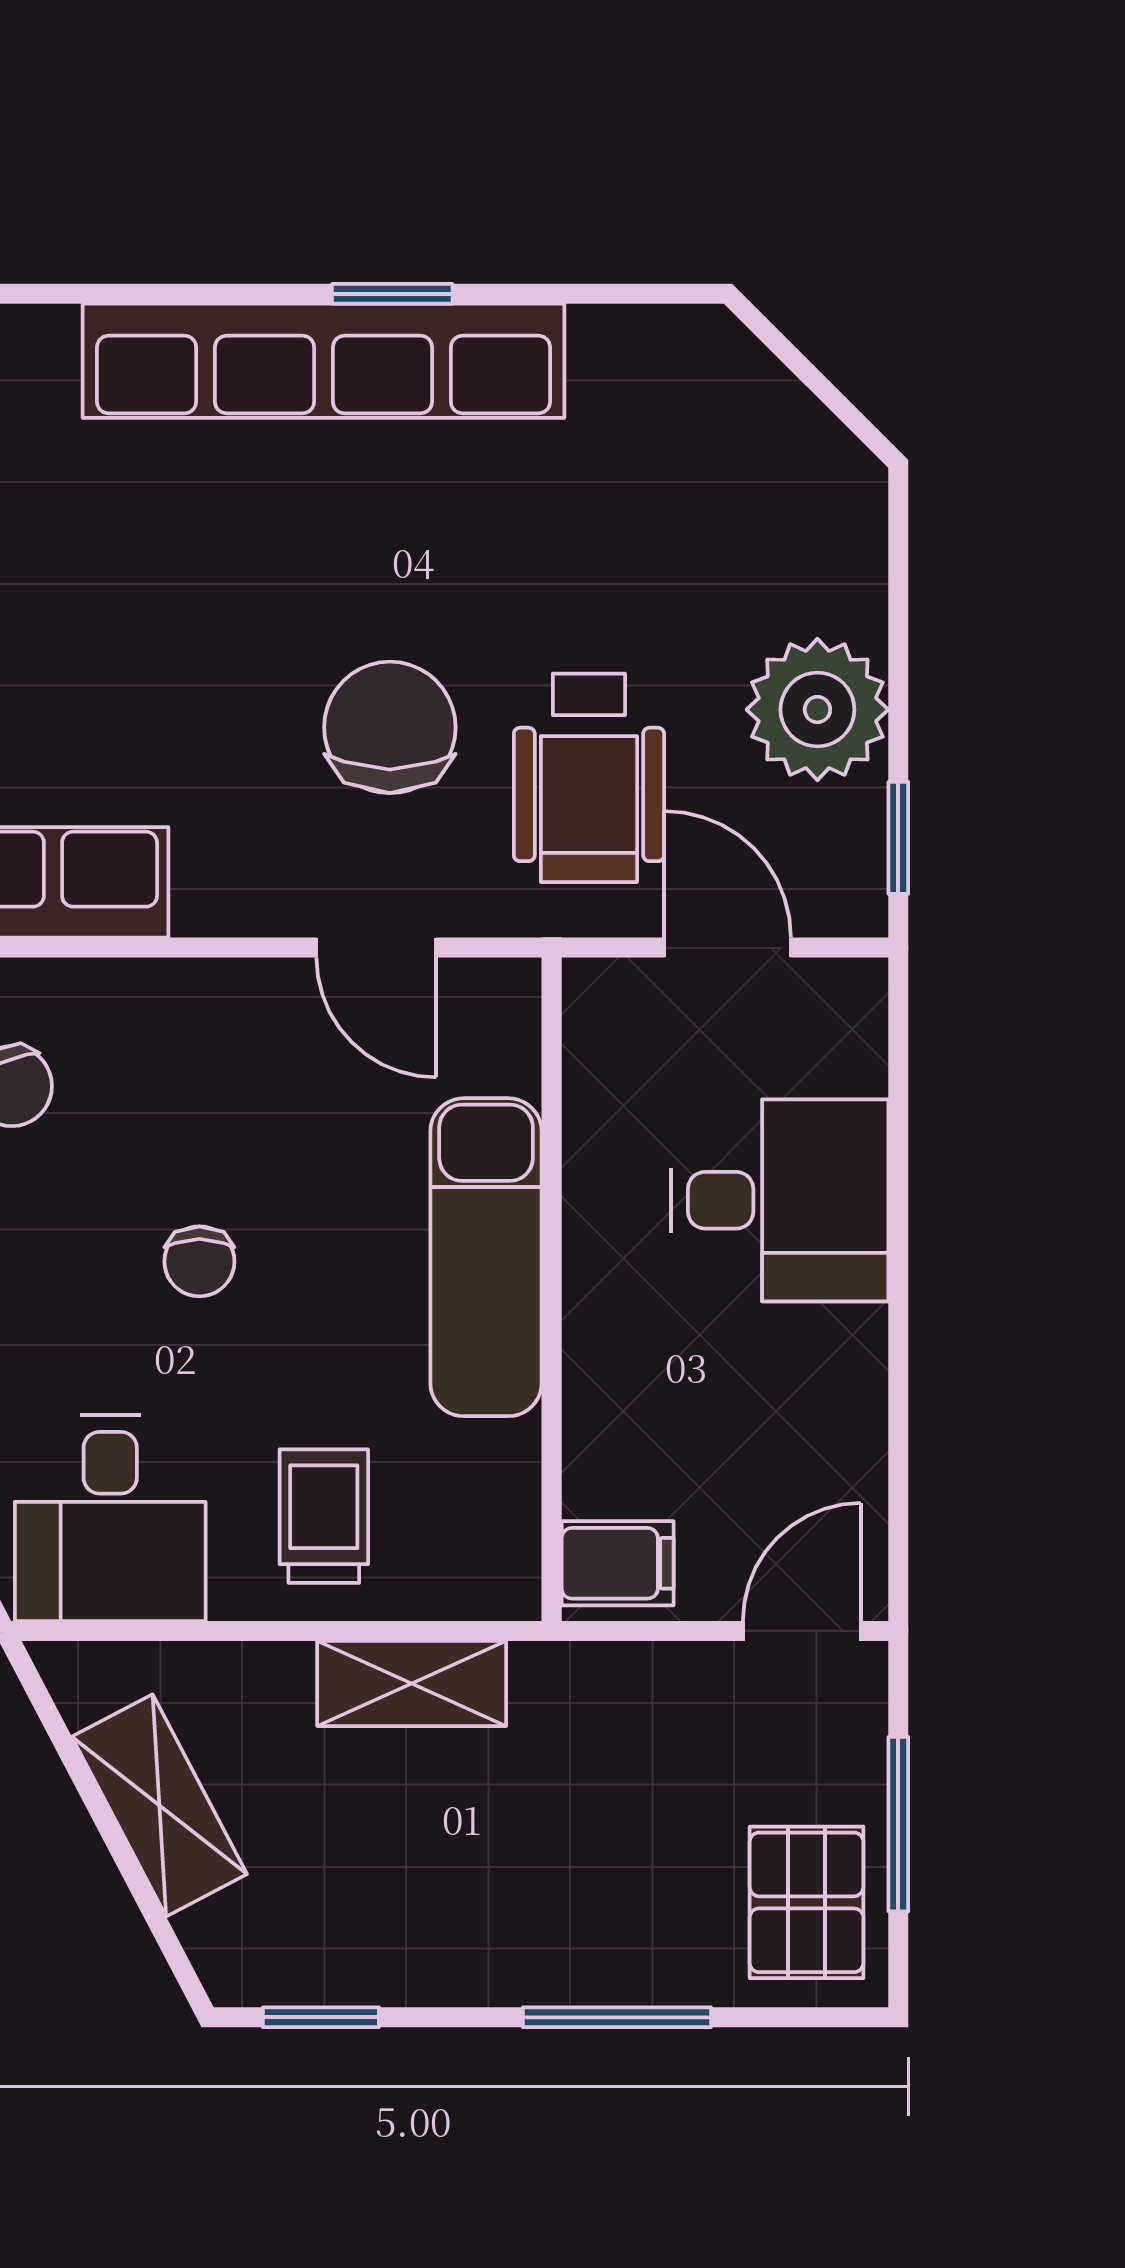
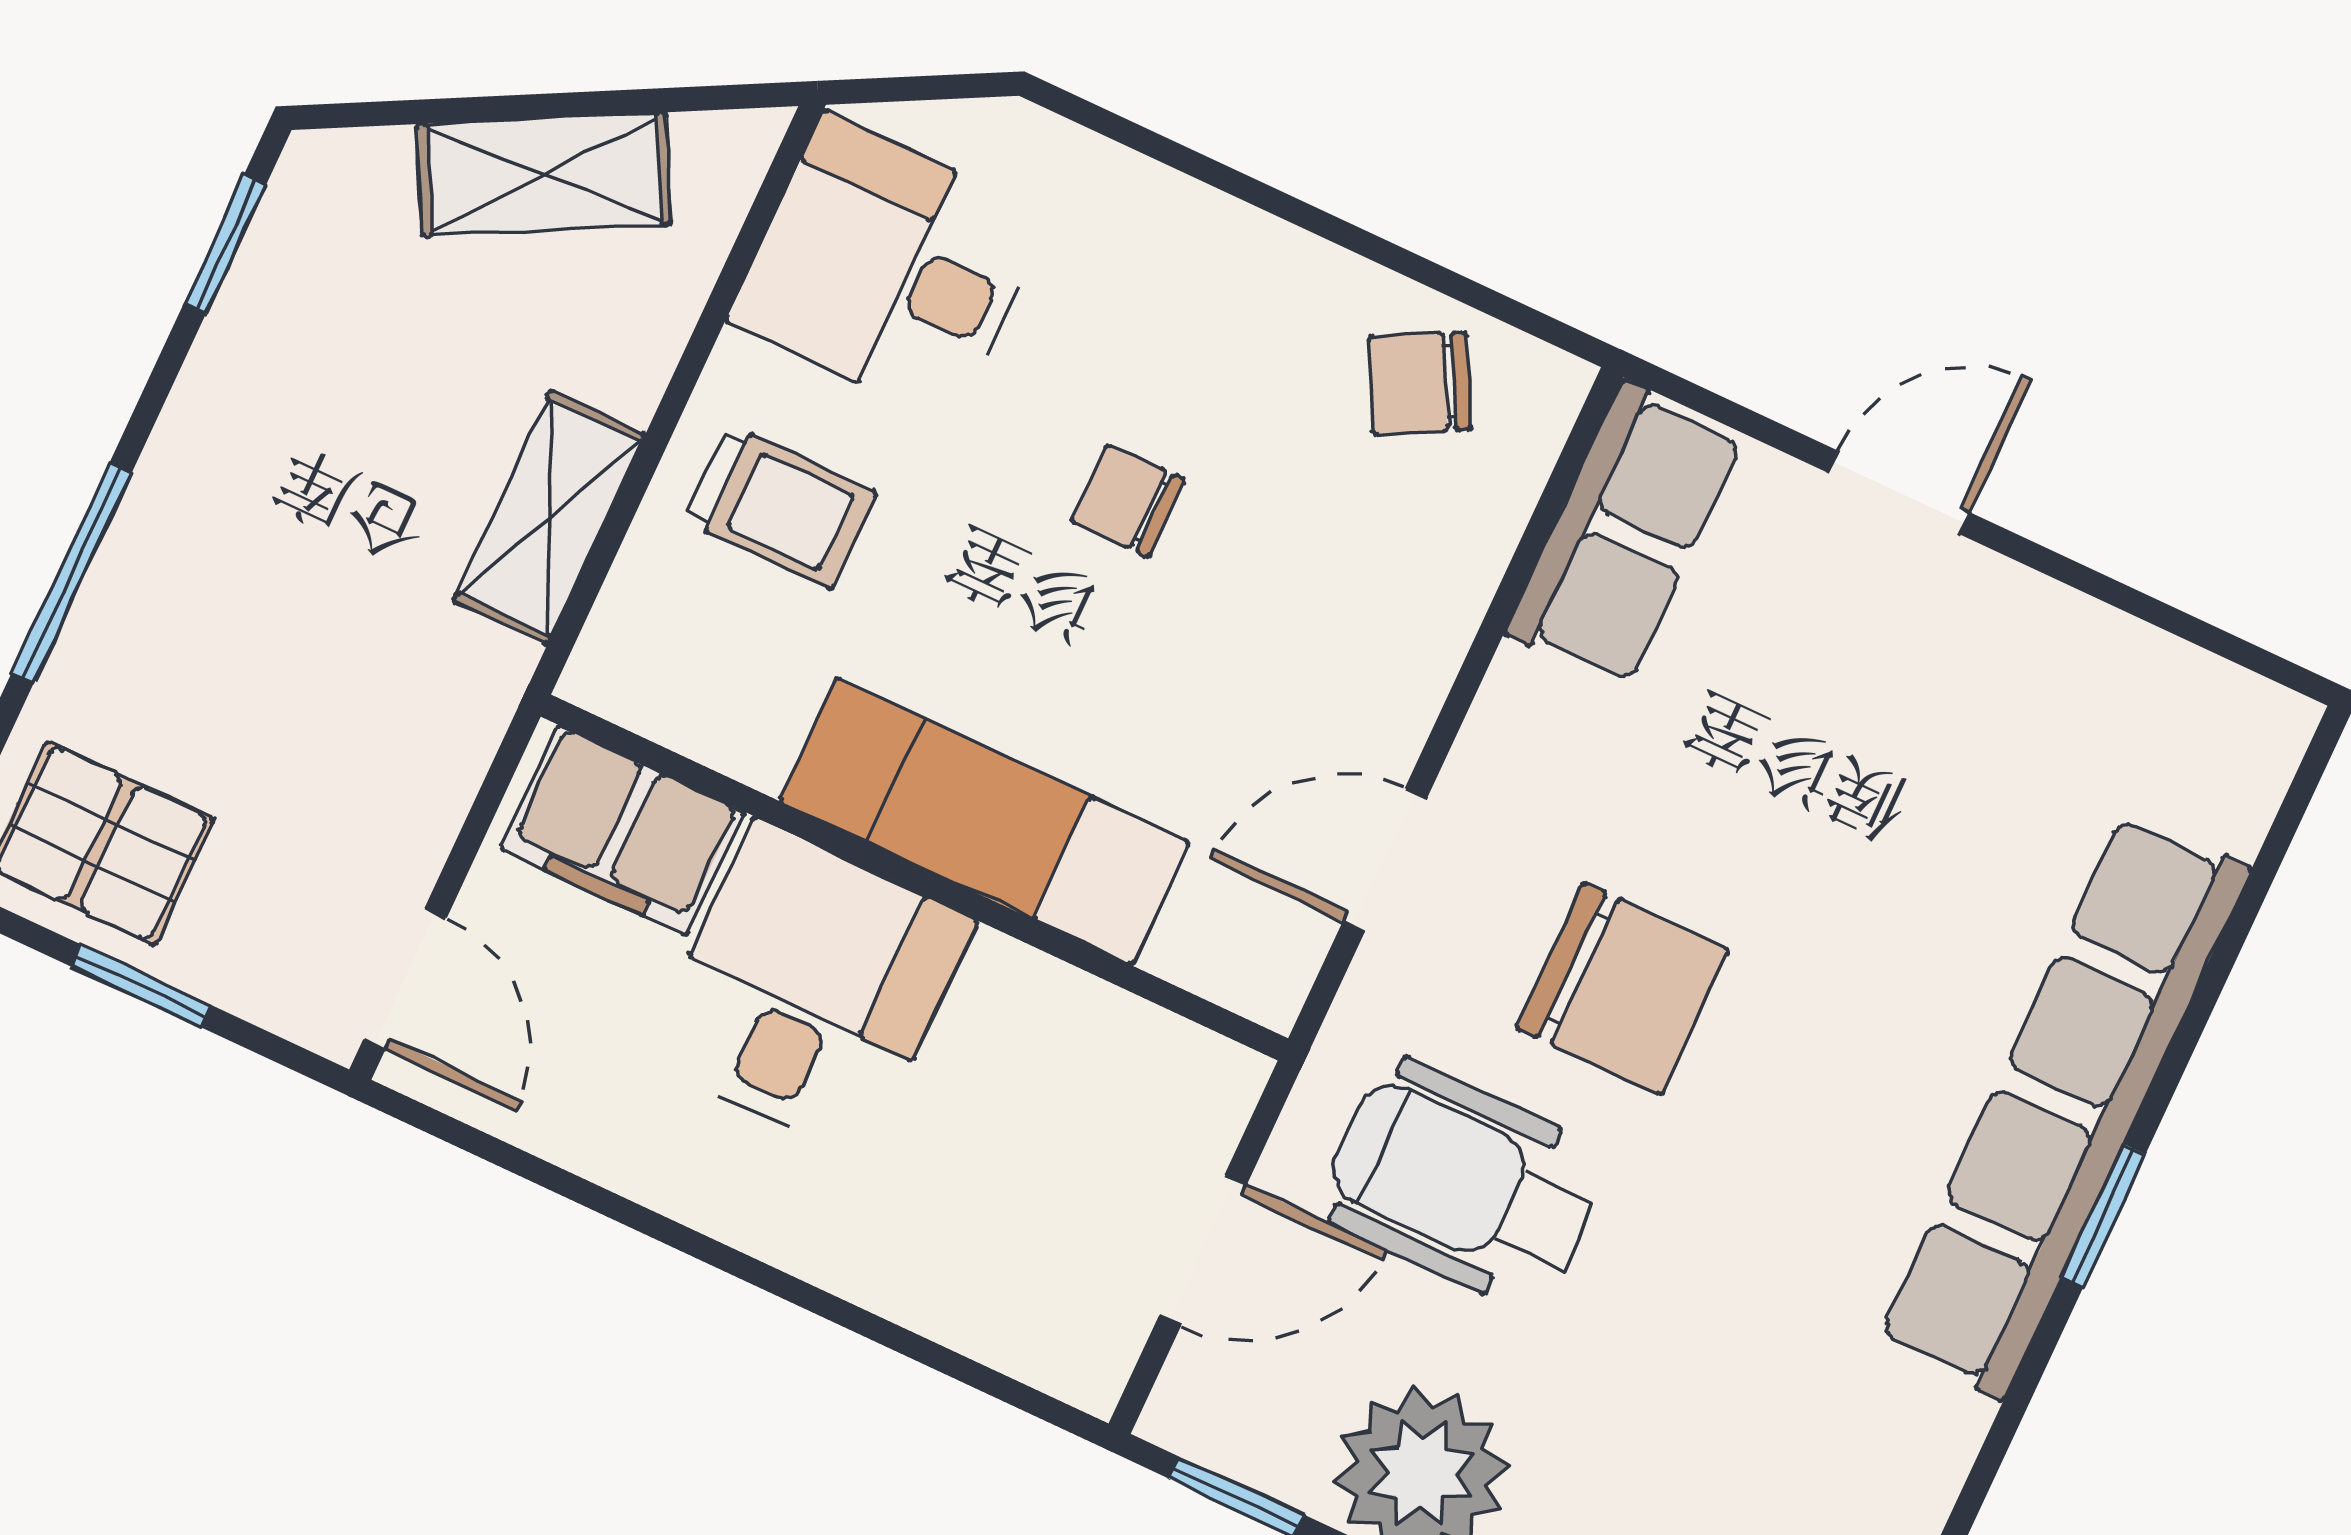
desk: (779, 1200) -> (810, 989), moved, turned 180
filing cabinet: (618, 1563) -> (622, 831), width x2.00
window: (898, 1824) -> (140, 986), width x0.67

